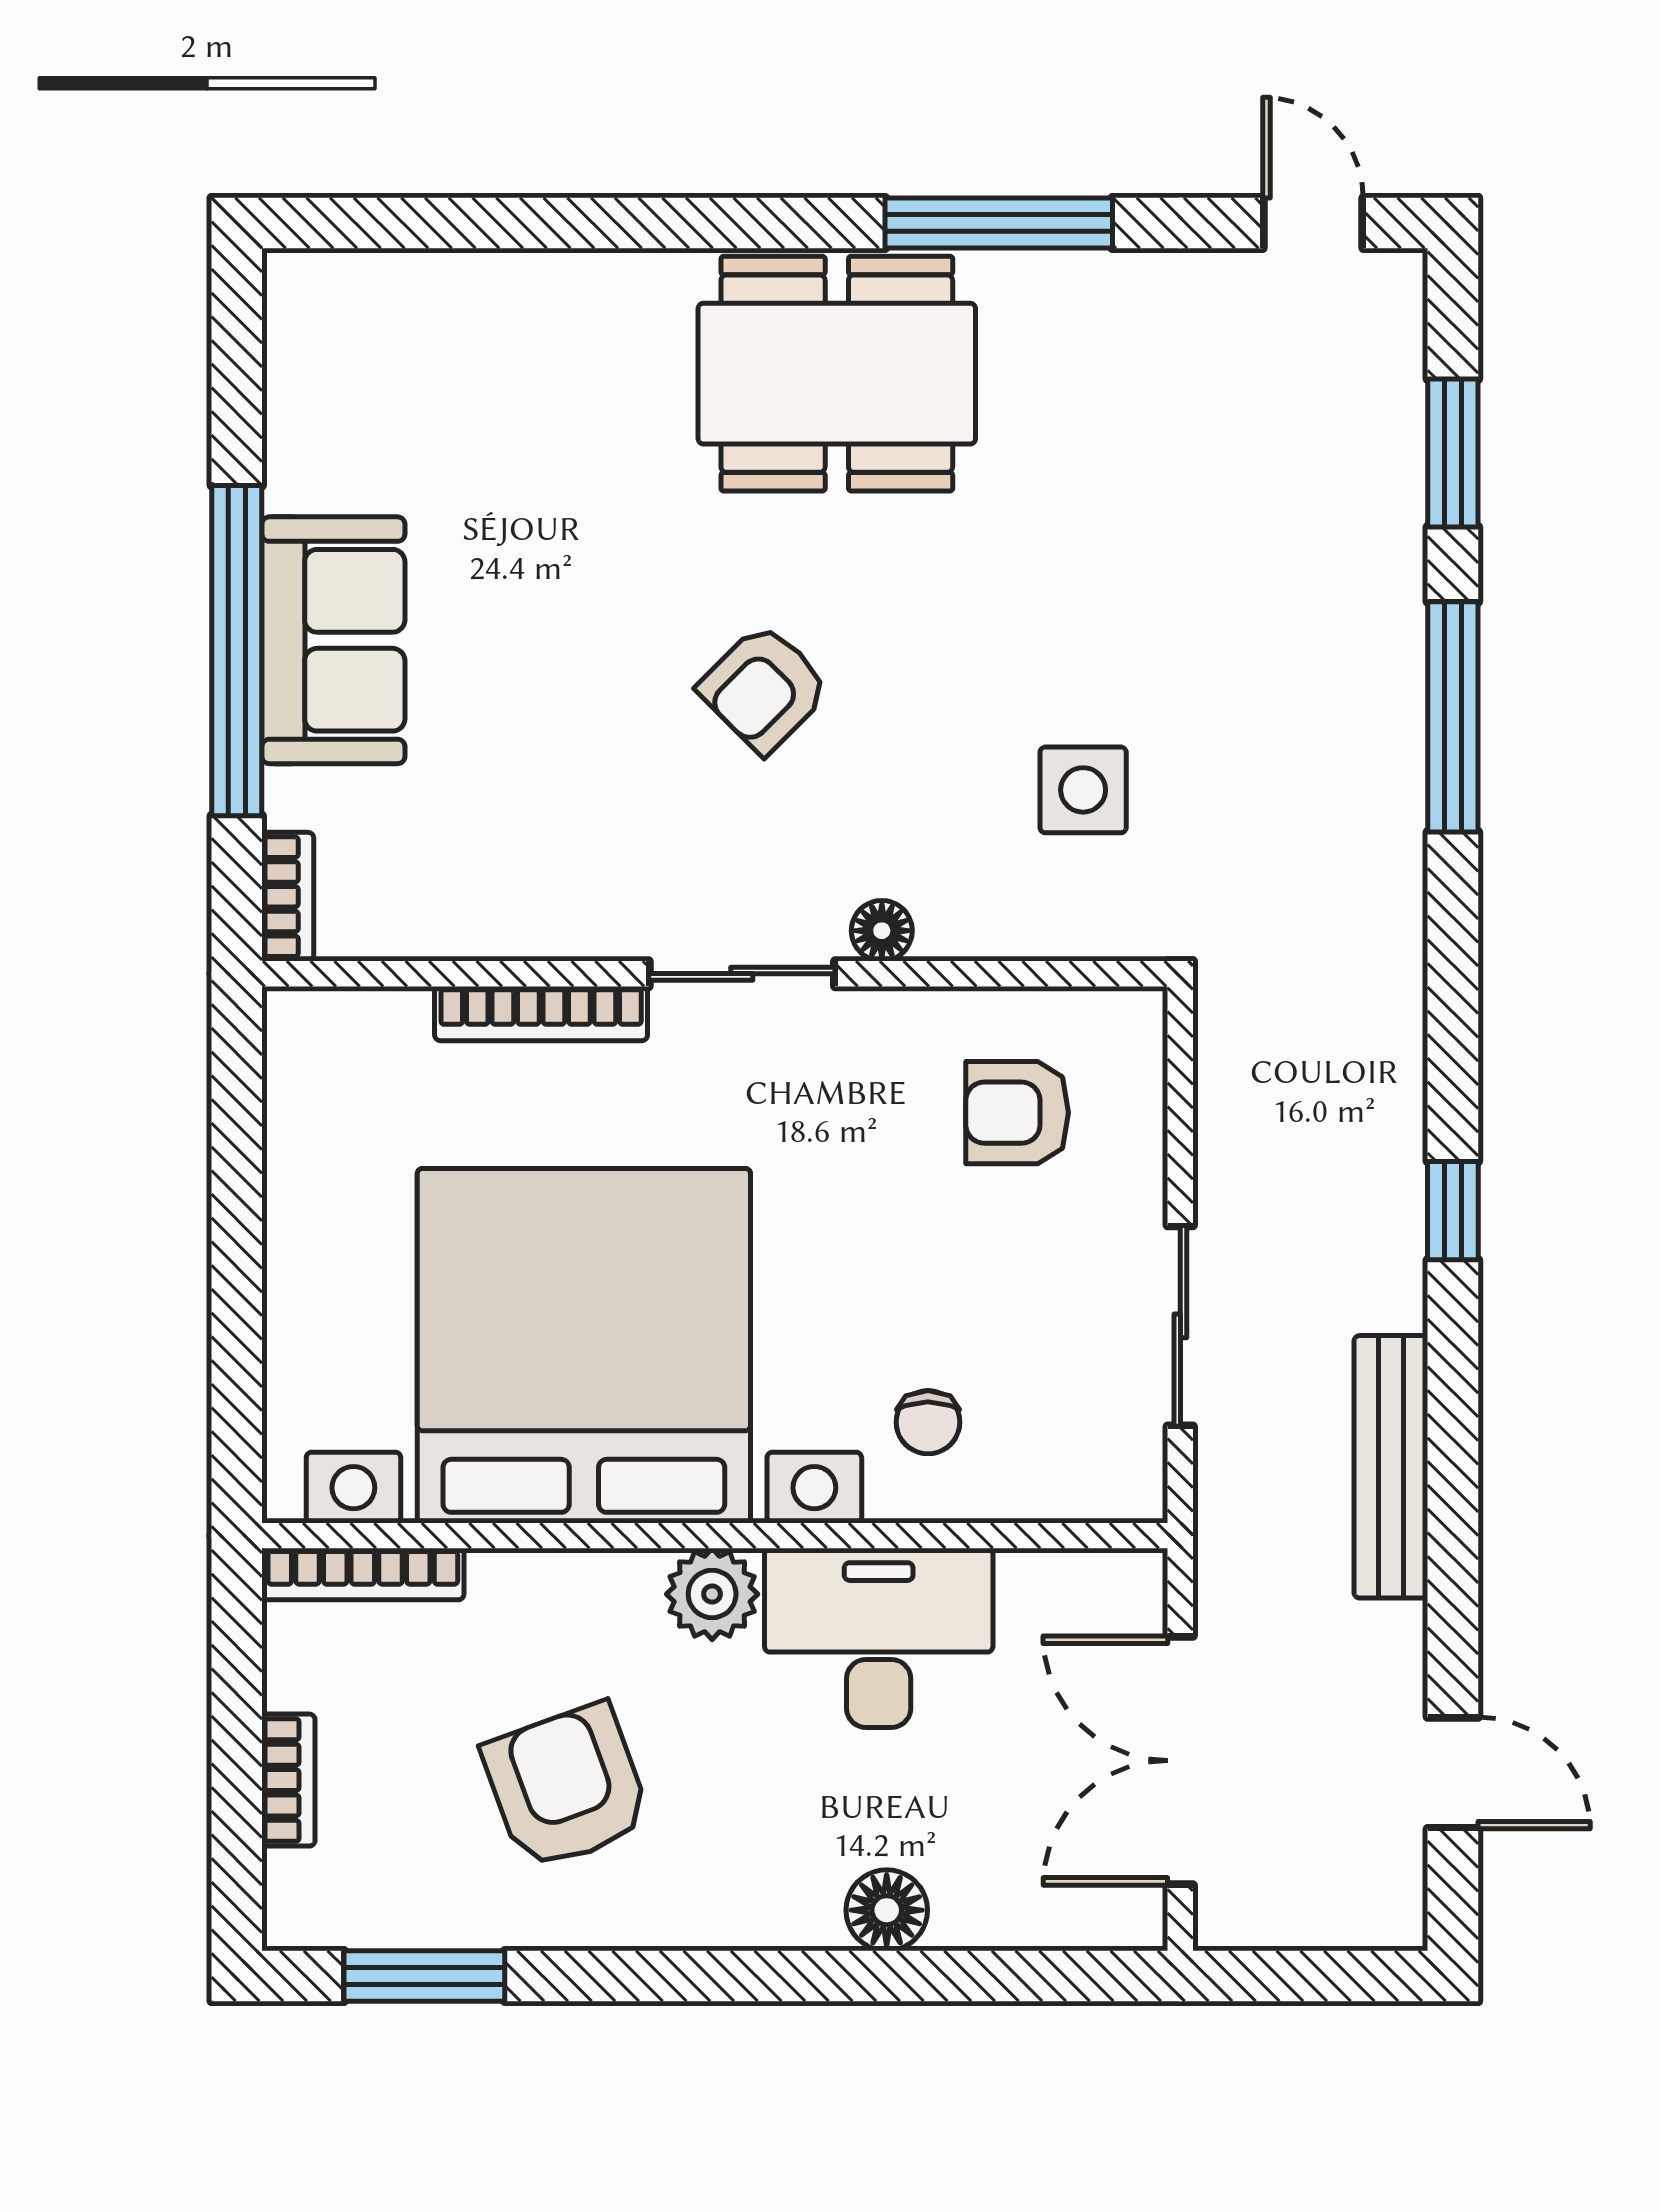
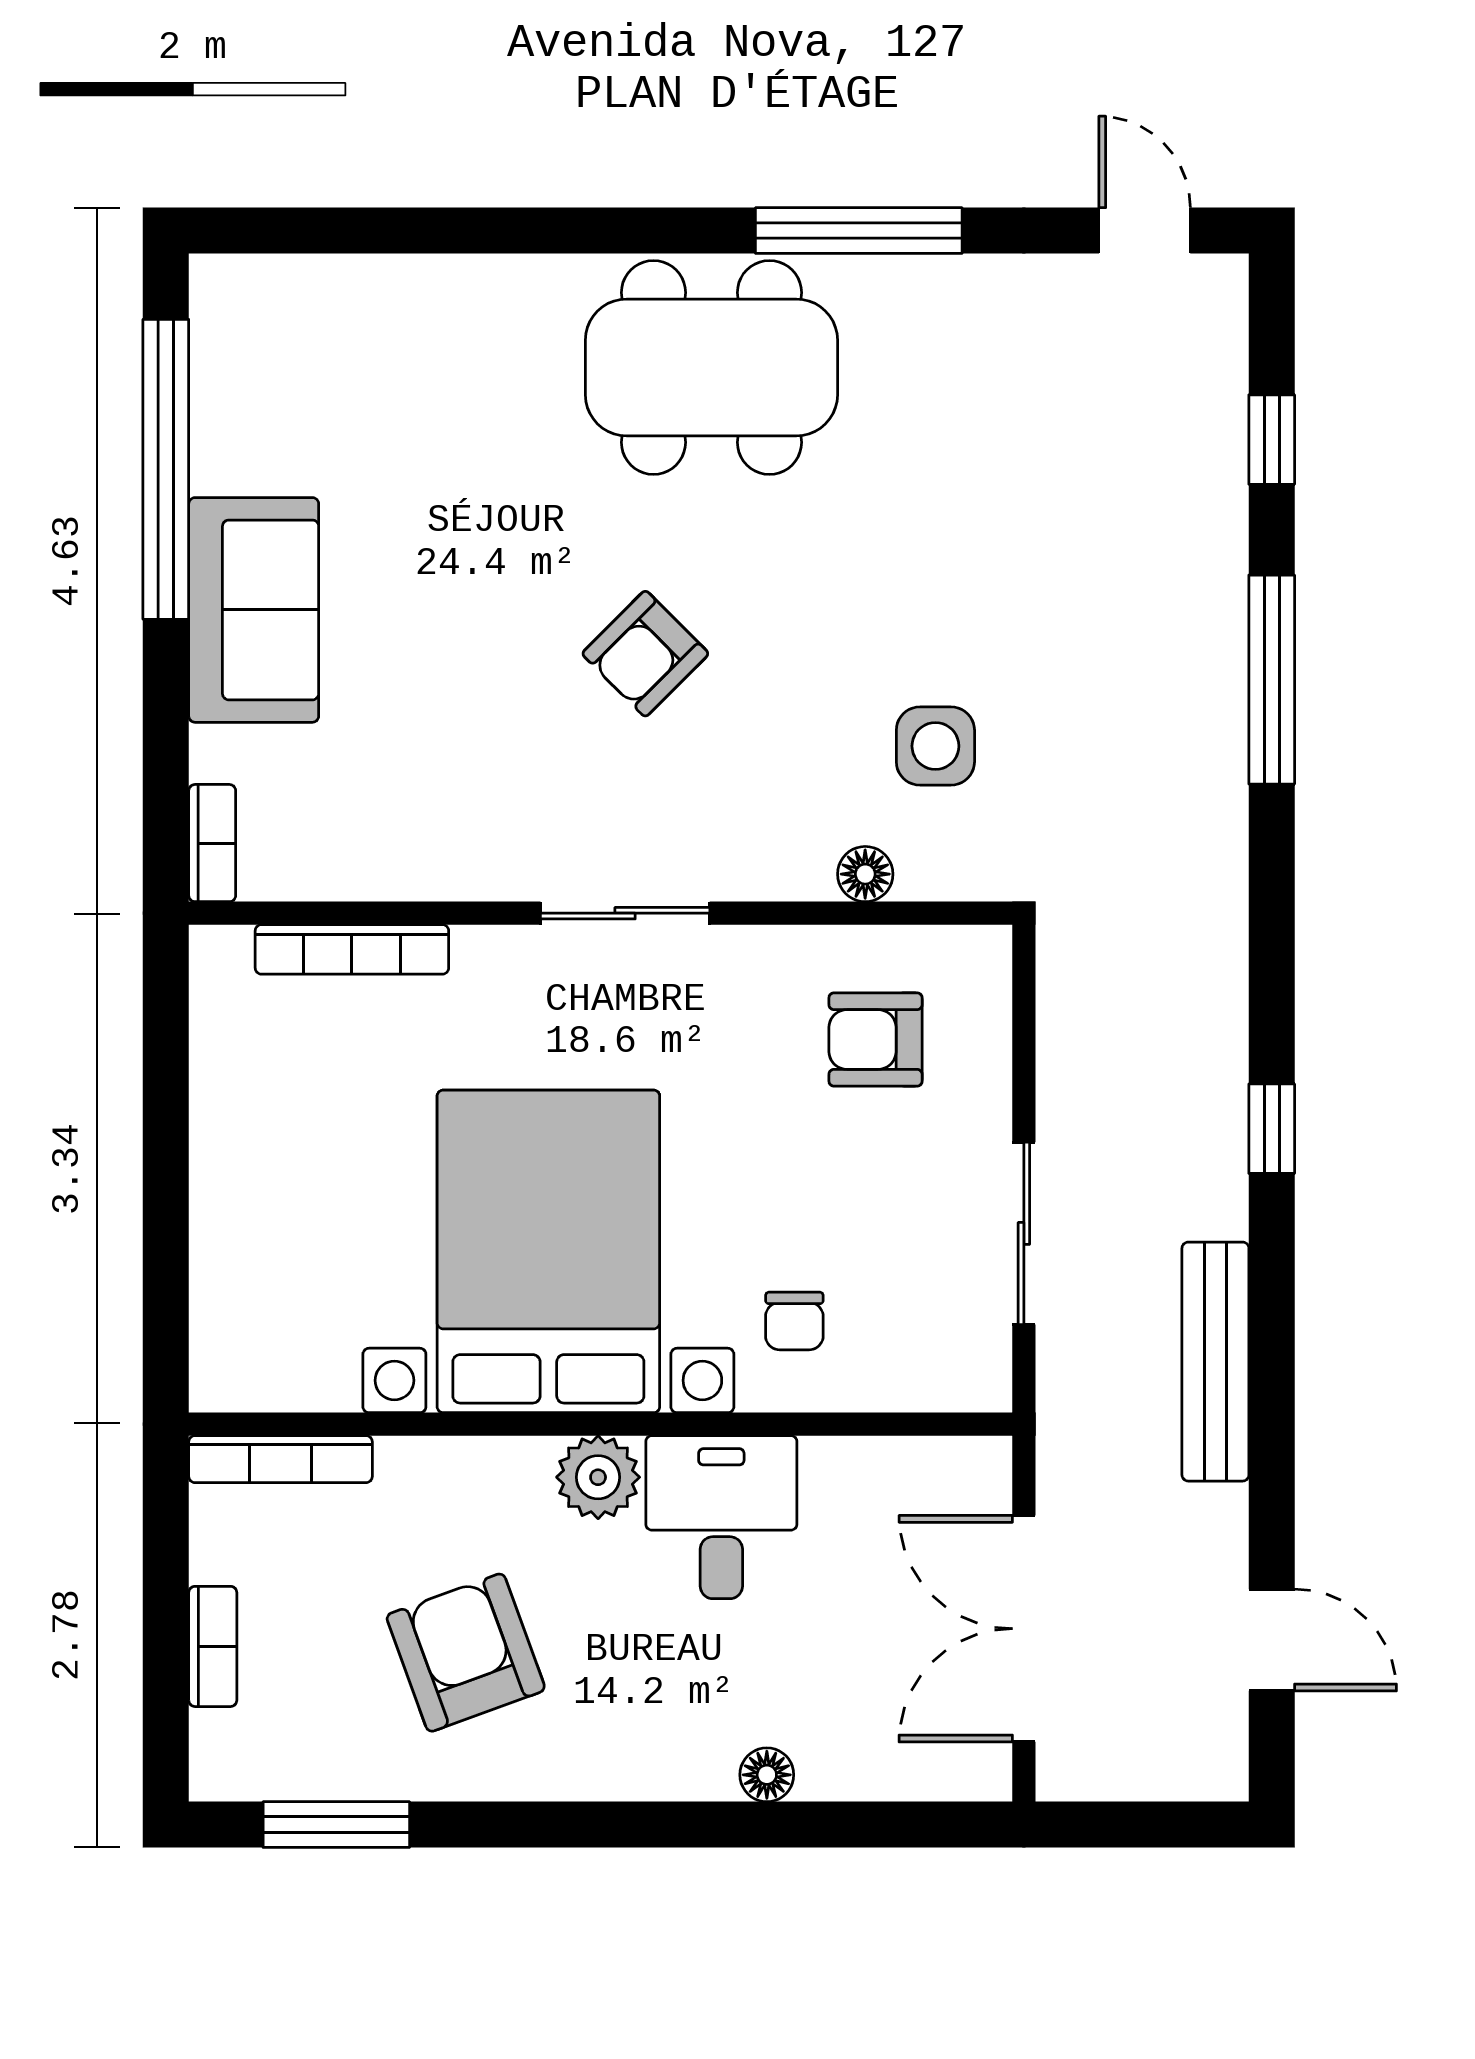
window: (1453, 453) -> (1272, 440), width x0.67
window: (237, 651) -> (166, 469), moved
floor lamp: (882, 931) -> (865, 874), moved
bookcase: (541, 1014) -> (352, 949), moved
bed with nightstands: (584, 1346) -> (548, 1251), width x0.73
desk: (879, 1638) -> (721, 1517), width x0.73
floor lamp: (887, 1910) -> (767, 1775), width x0.73, depth x0.73

